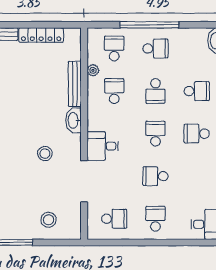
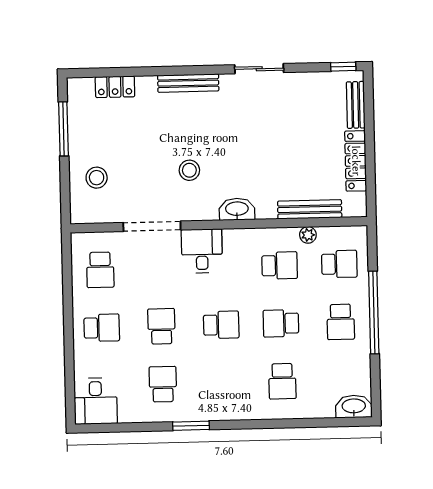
bench: (75, 84) -> (310, 209), moved
school desk: (197, 134) -> (163, 384), moved

